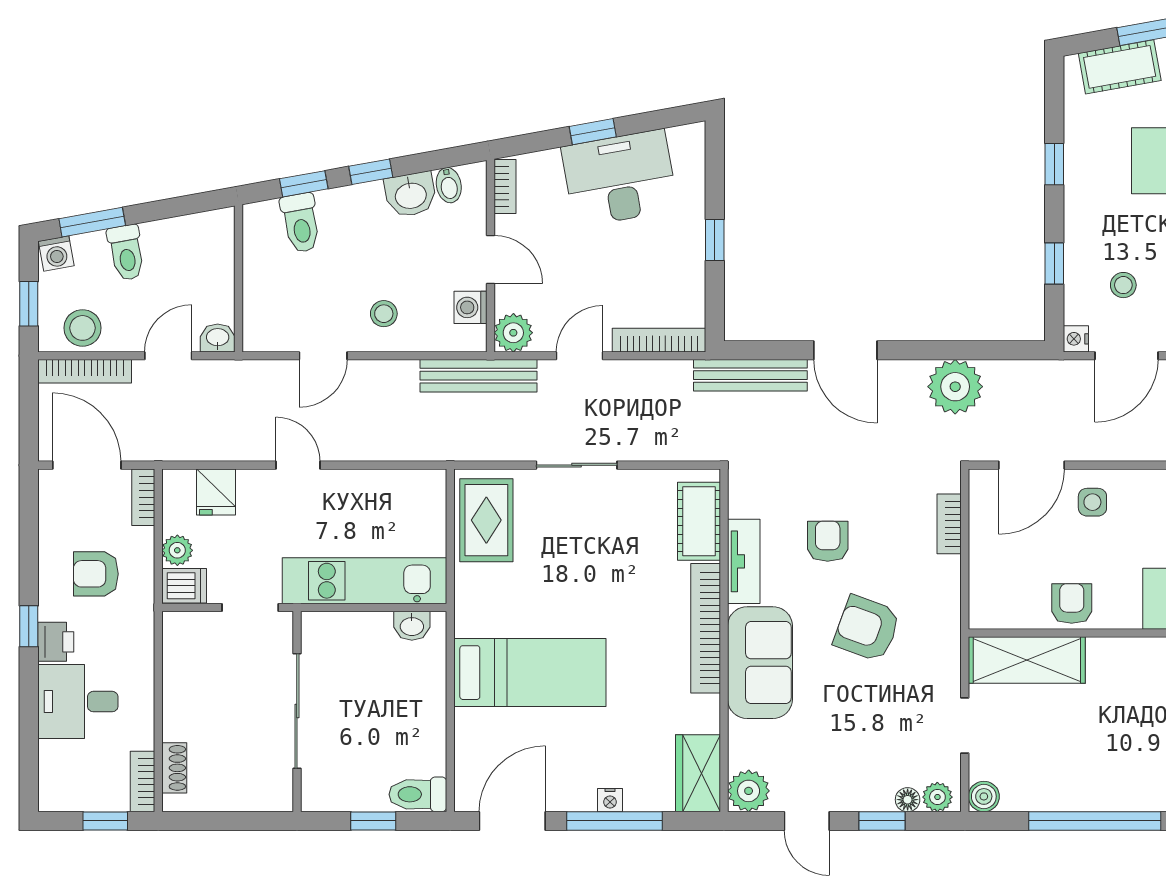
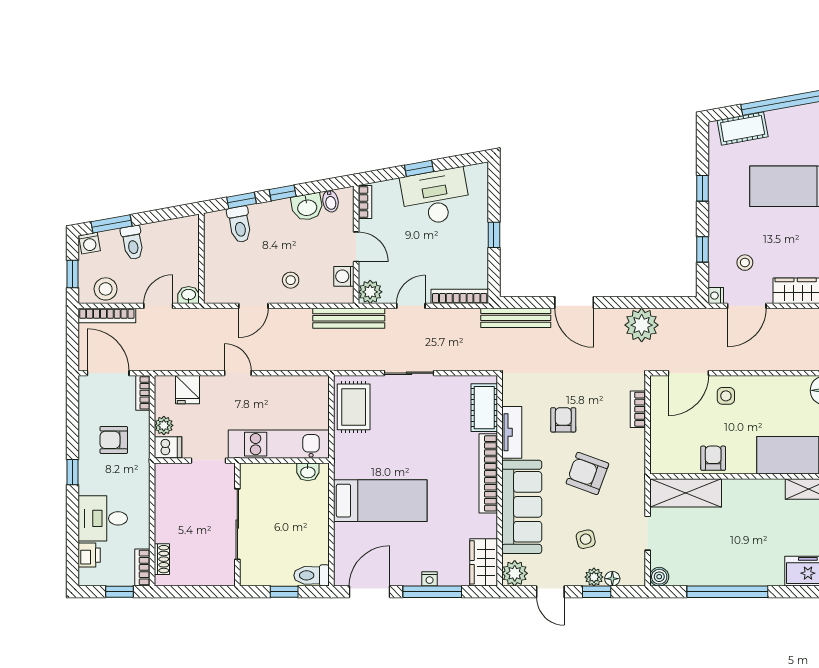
printer: (56, 642) -> (89, 555), moved
sofa: (760, 663) -> (522, 507), width x1.36
side table: (864, 735) -> (586, 539), added
plant: (937, 797) -> (594, 577), moved

